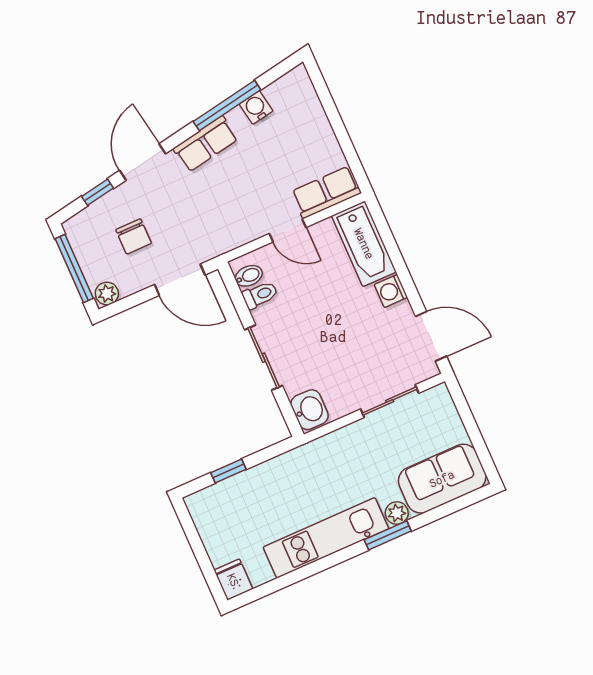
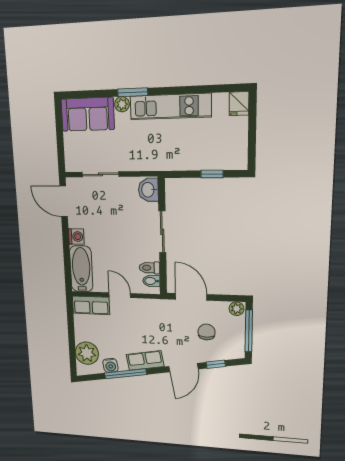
plant: (302, 109) -> (87, 353), added

